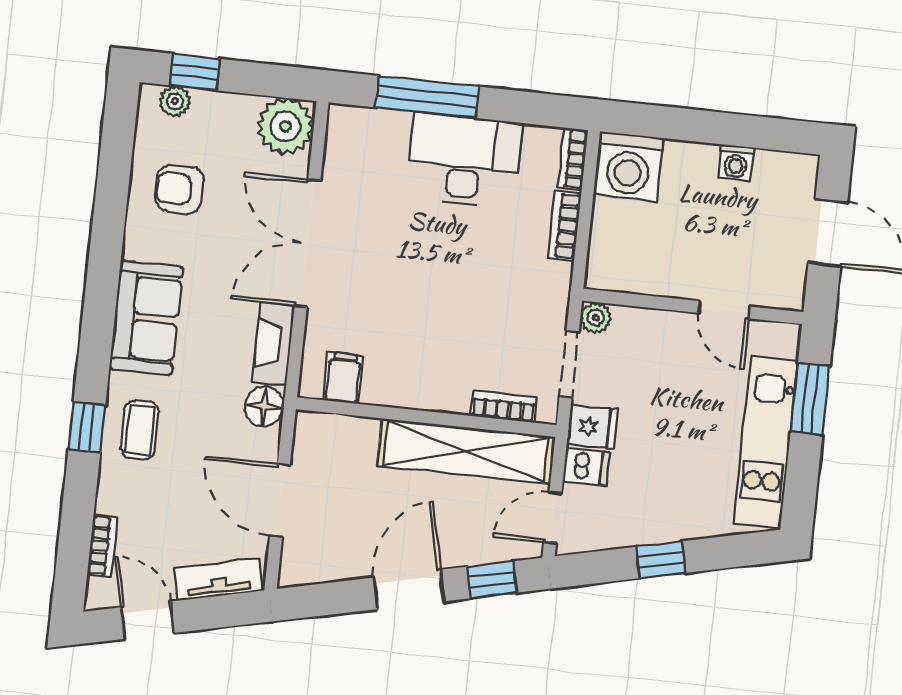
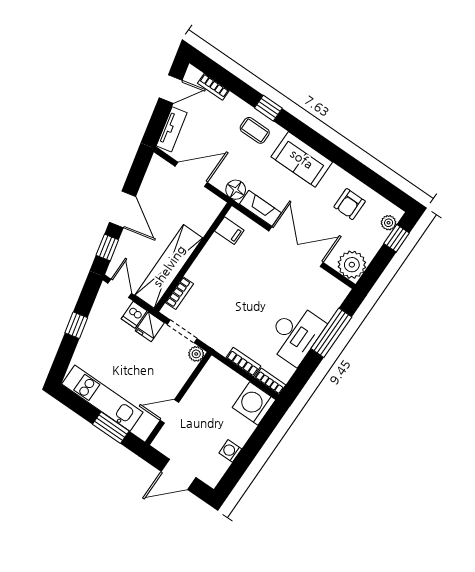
armchair: (179, 189) -> (350, 204), turned 180

